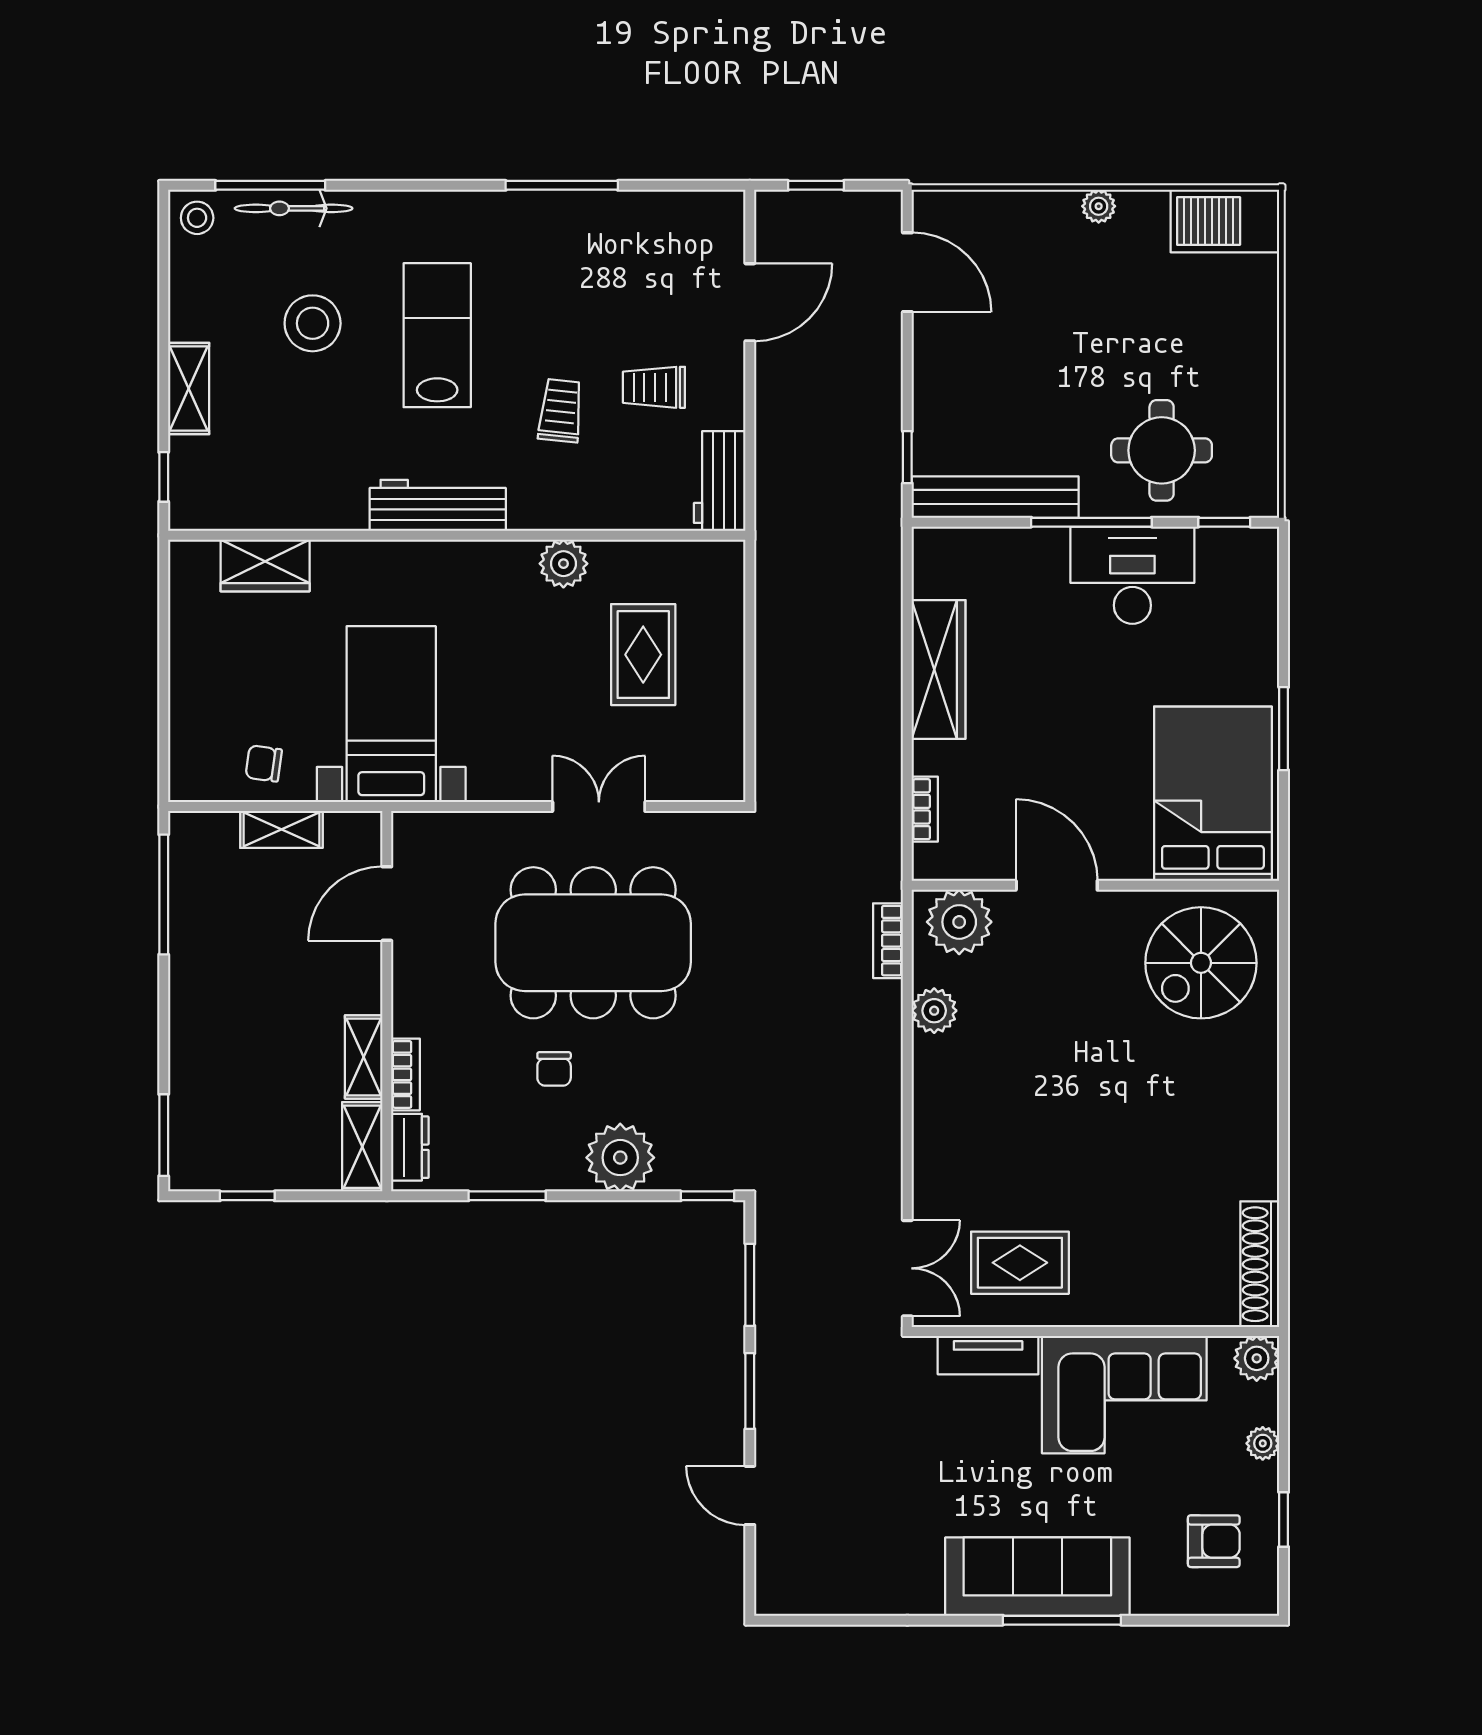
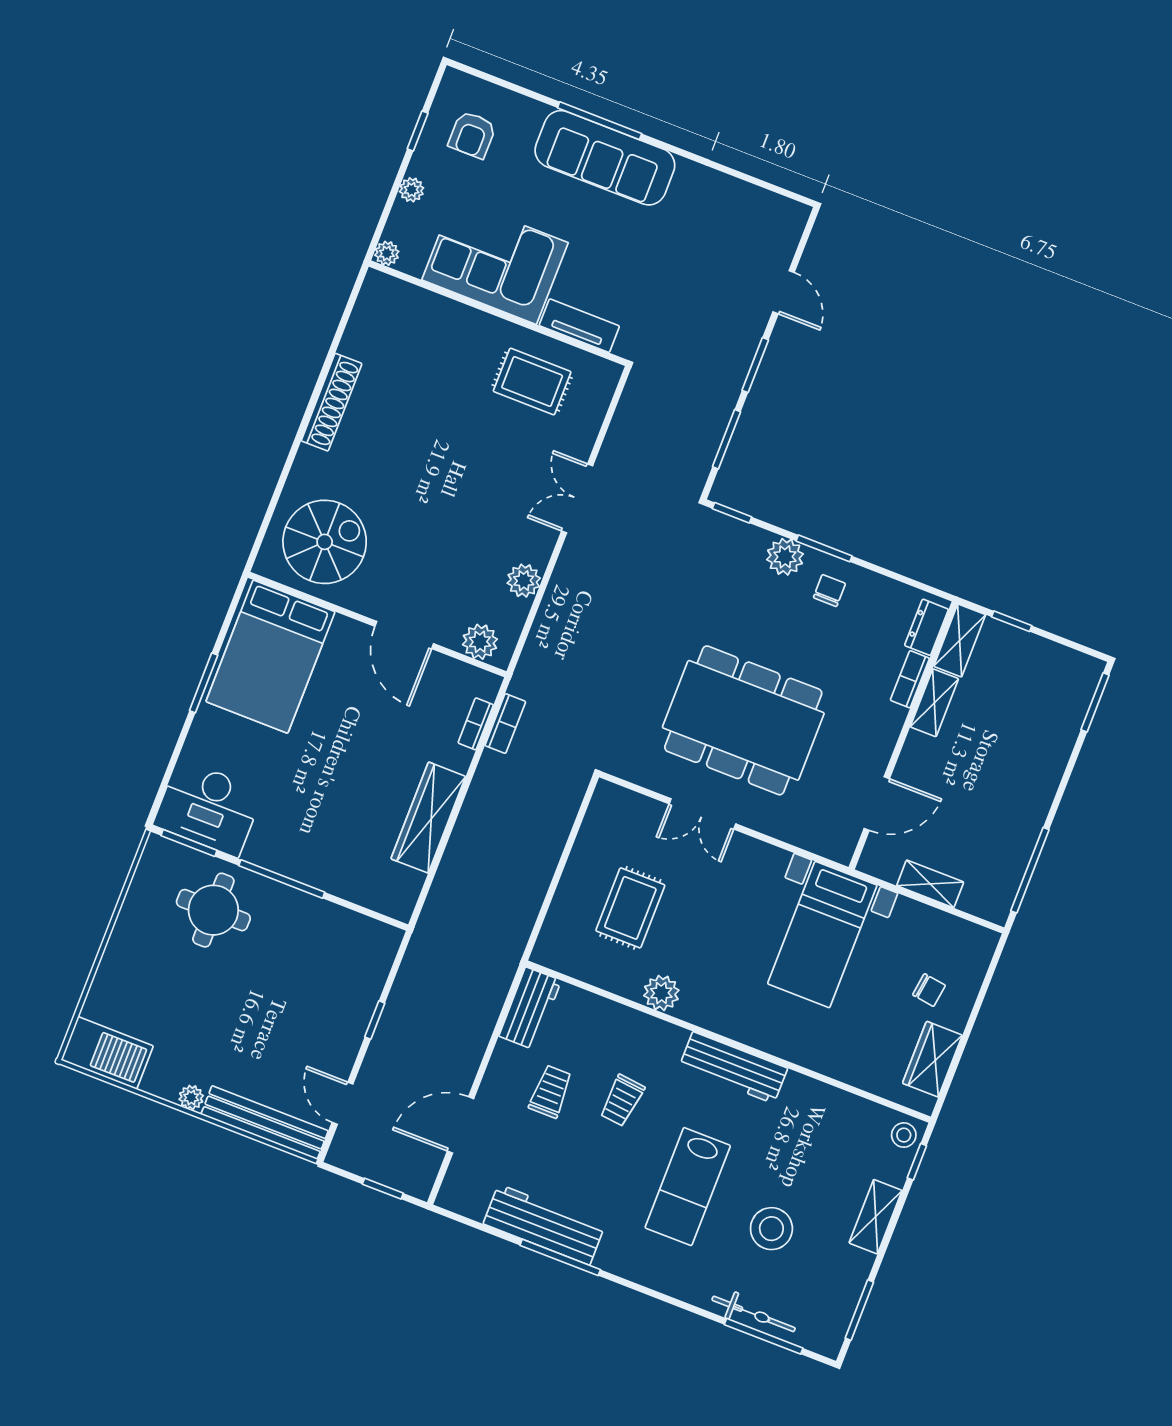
stool: (197, 218) -> (904, 1135), moved
workbench: (598, 218) -> (544, 1225), added
window: (164, 264) -> (859, 1310), added
door: (907, 272) -> (343, 1103), width x0.73
trolley: (654, 387) -> (551, 1092), turned -90
window: (907, 457) -> (375, 1020), moved
bench: (995, 497) -> (265, 1123), moved
window: (1224, 522) -> (189, 843), width x1.50
wardrobe: (265, 565) -> (932, 1059), moved, turned -90
desk: (1132, 575) -> (208, 808), moved
chair: (264, 763) -> (929, 990), moved
plant: (959, 922) -> (480, 642), width x0.73, depth x0.73
bookcase: (888, 941) -> (505, 724), moved
chair: (554, 1069) -> (829, 591), moved
plant: (620, 1158) -> (785, 557), width x0.73, depth x0.73
window: (247, 1196) -> (1012, 621), moved
window: (507, 1196) -> (824, 548), moved
shoe rack: (1260, 1264) -> (332, 402), moved
double door: (907, 1268) -> (577, 498), moved
plant: (1257, 1358) -> (387, 253), width x0.73, depth x0.73
armchair: (1214, 1541) -> (472, 135), turned -90

